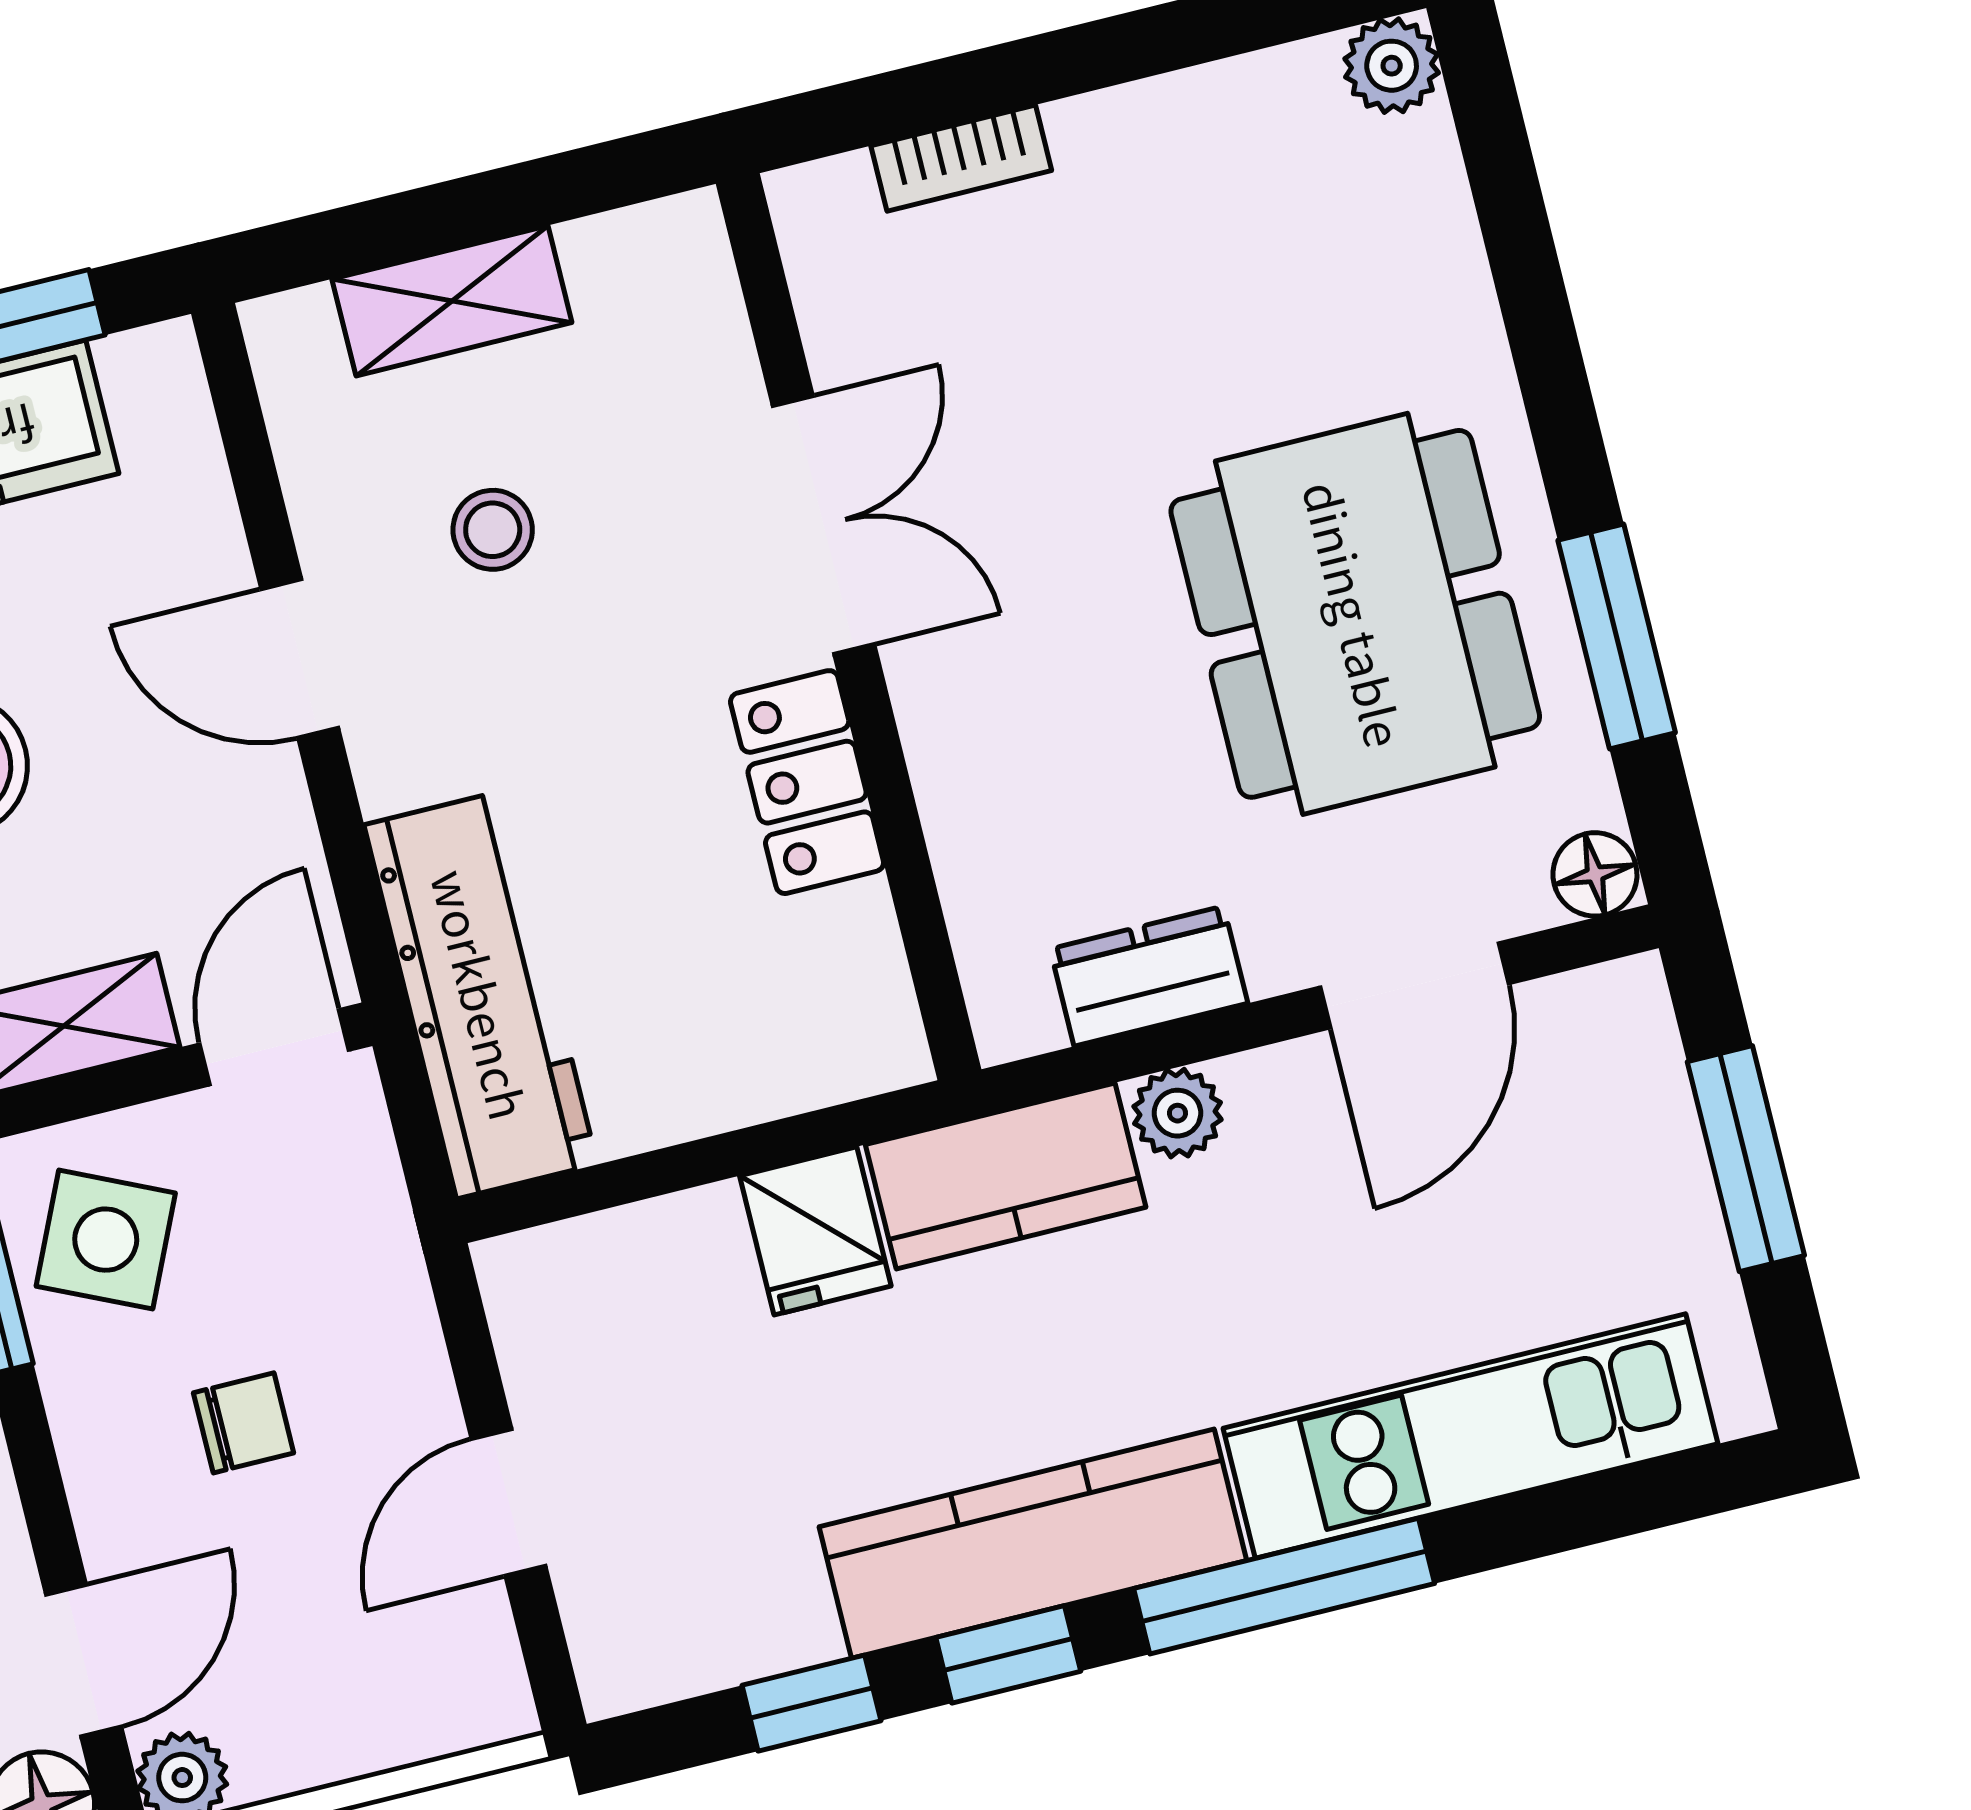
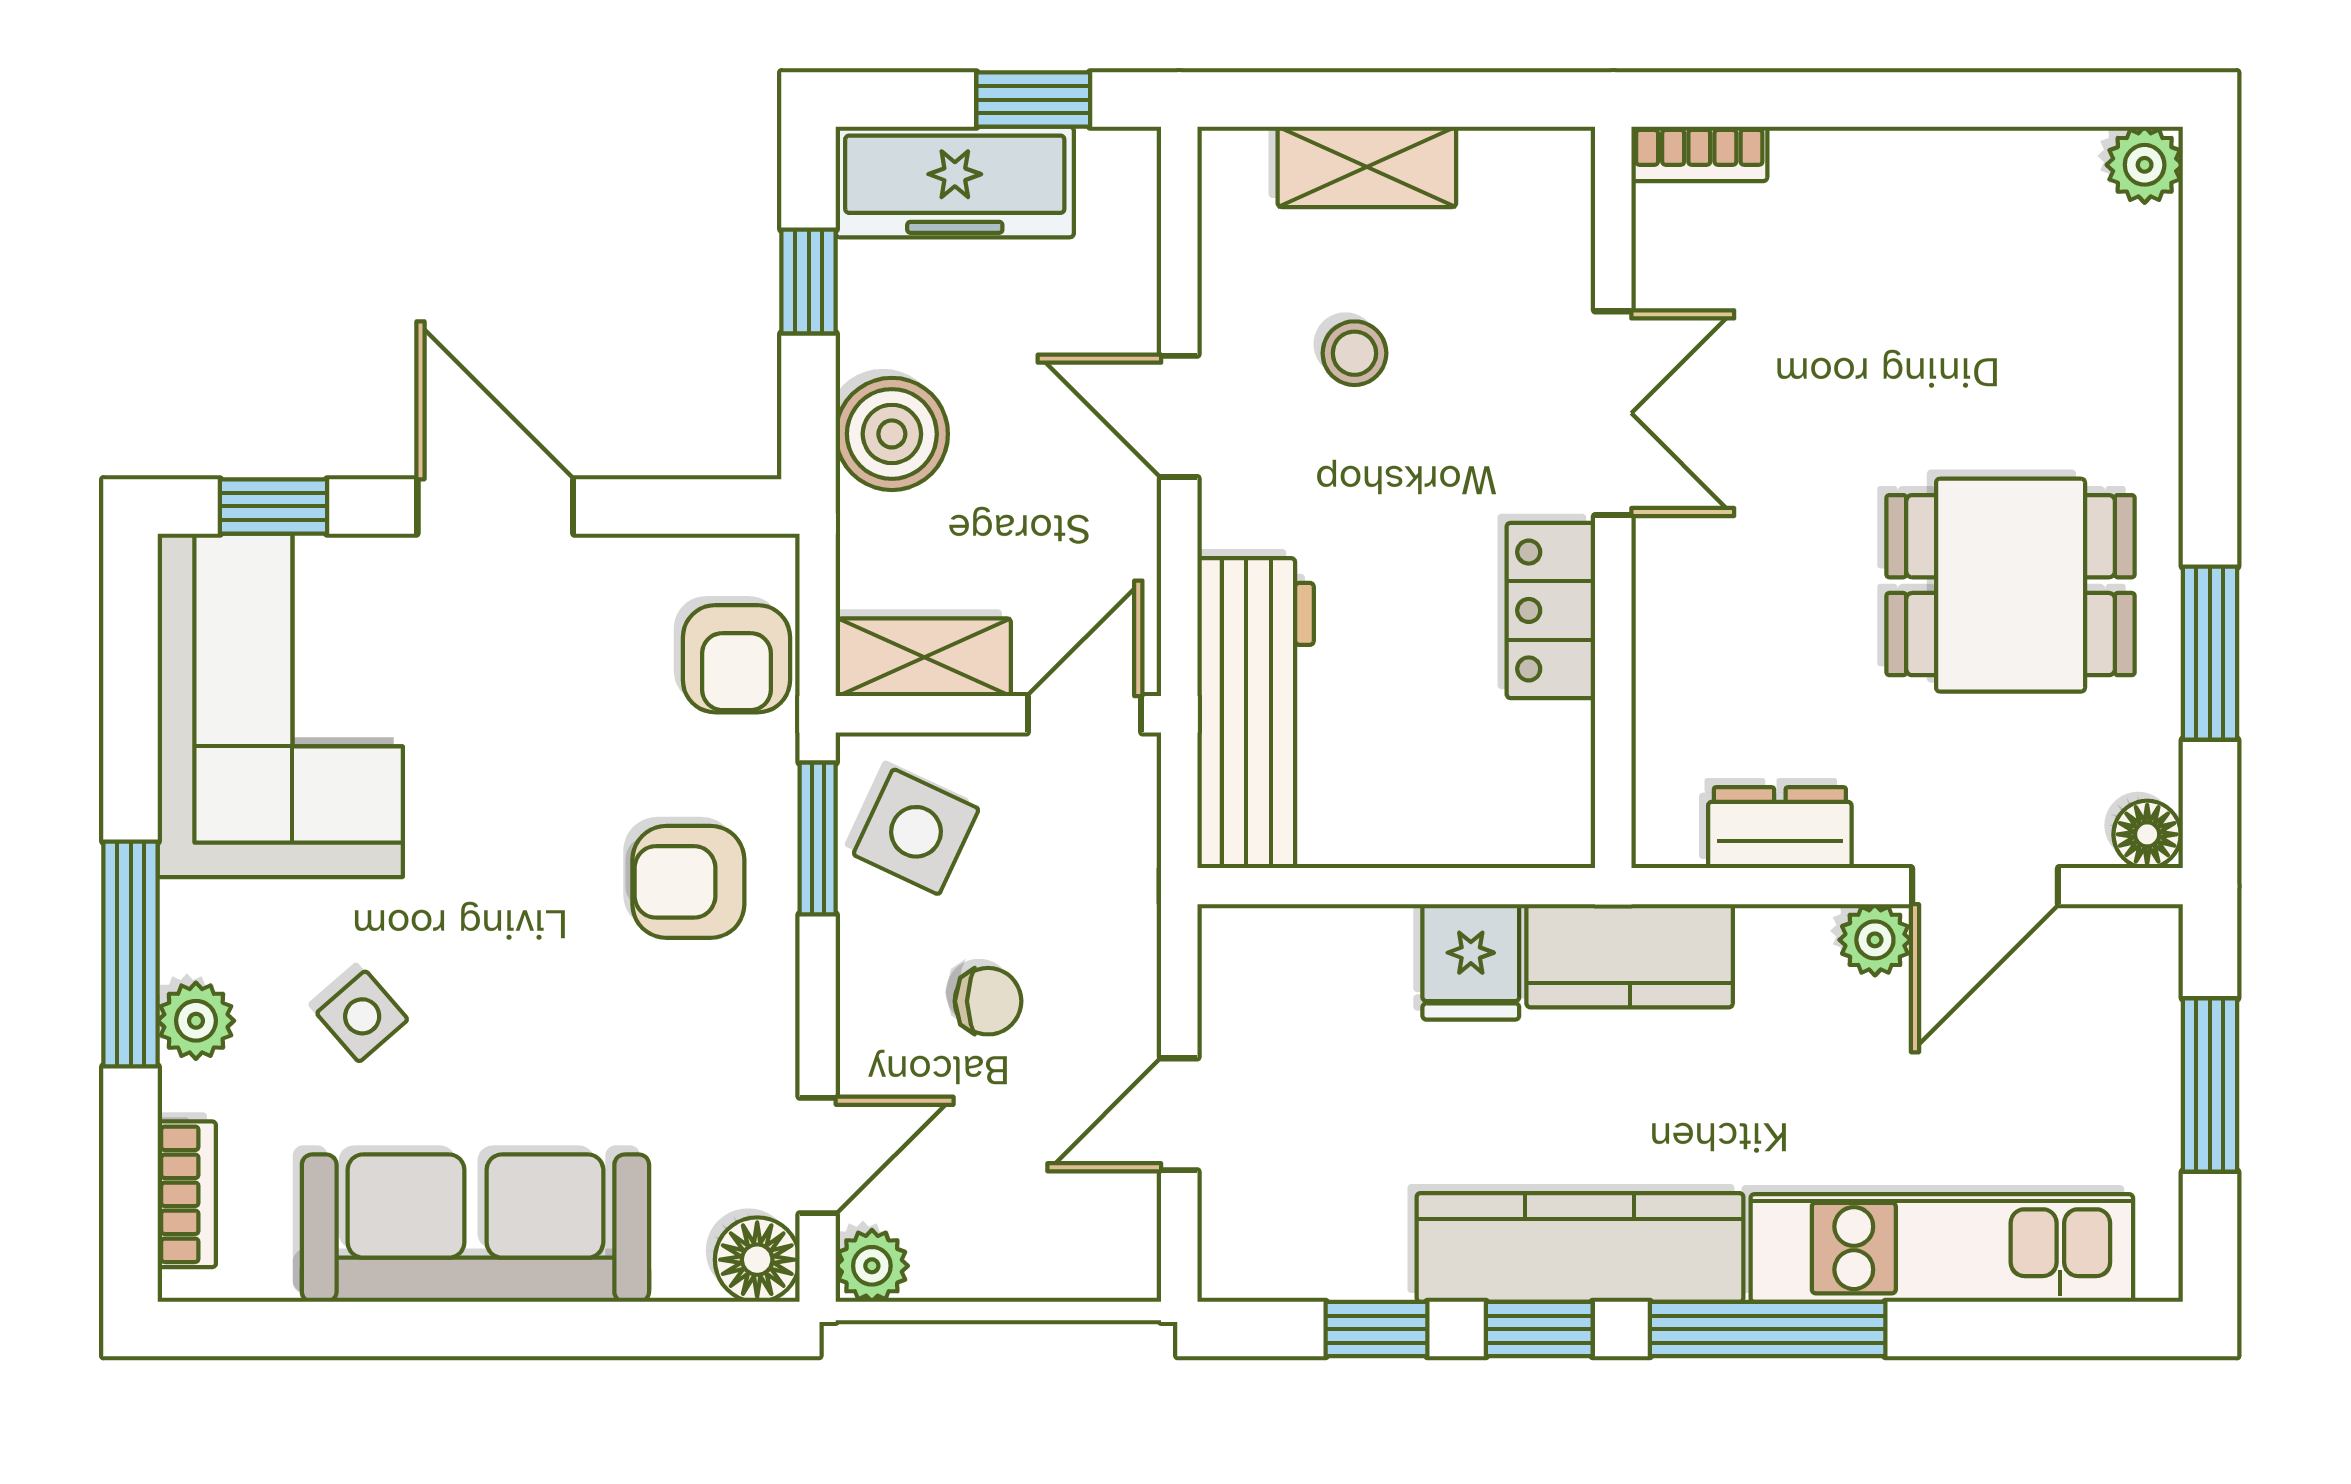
bookcase: (961, 158) -> (1699, 154), moved
dining table: (1355, 614) -> (2011, 585), width x0.73
plant: (1177, 1113) -> (1875, 940), moved

